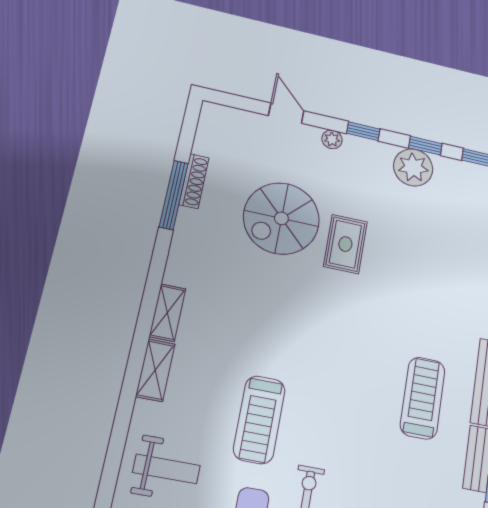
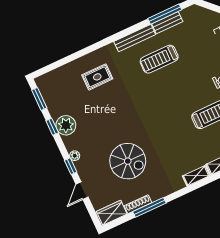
wardrobe: (212, 130) -> (112, 213), added
window: (363, 131) -> (71, 166), moved
plant: (332, 139) -> (75, 156), moved
rug: (345, 244) -> (97, 77), moved

